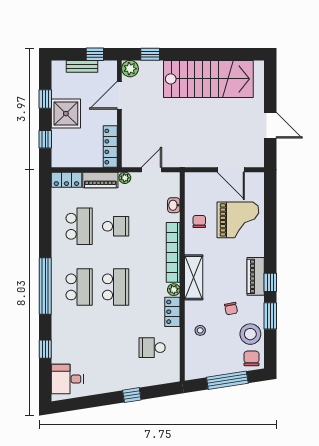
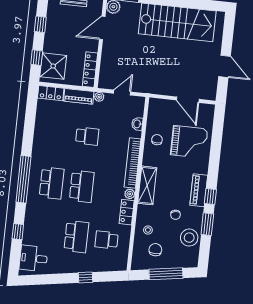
shower: (66, 114) -> (53, 66), moved
school desk: (79, 226) -> (76, 237), moved
chair: (251, 358) -> (155, 250), moved

